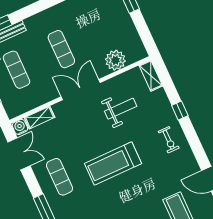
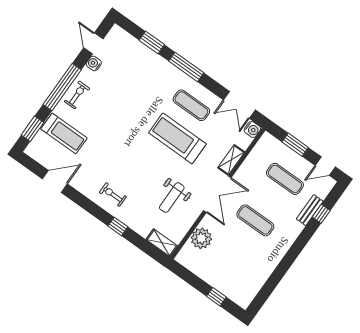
shelving: (40, 118) -> (231, 160), moved
treadmill: (113, 164) -> (177, 138), moved, turned -90

